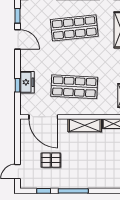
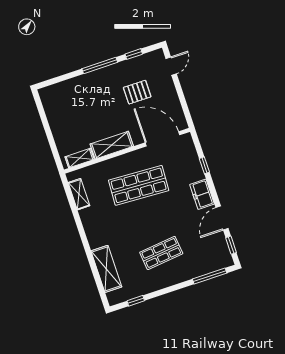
shop shelf: (74, 28) -> (161, 253), width x0.70, depth x0.74
door: (18, 39) -> (222, 218), hinge flipped
freezer: (27, 82) -> (202, 194), moved

